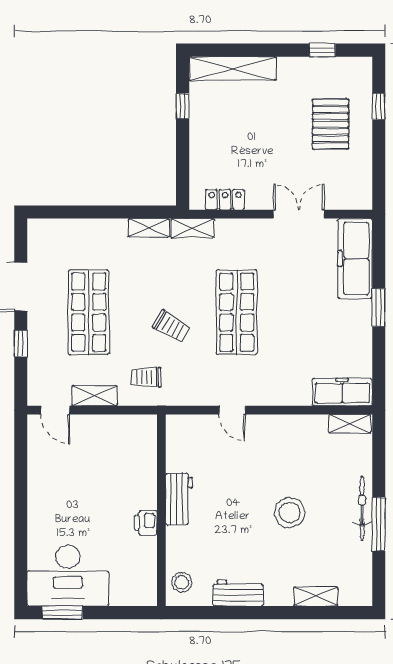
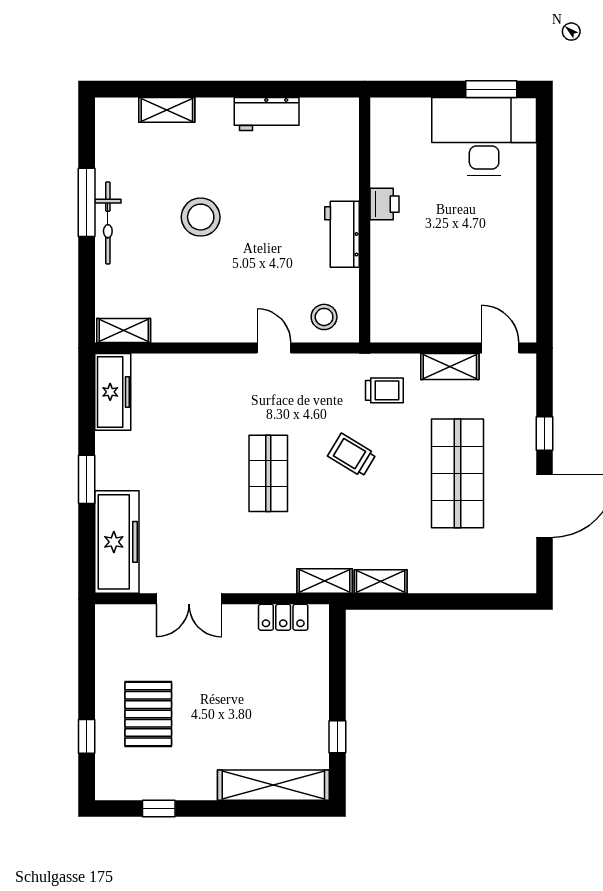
shop shelf: (237, 312) -> (268, 473), width x0.70, depth x0.74
freezer: (342, 392) -> (113, 392), moved, turned -90
stool: (182, 582) -> (324, 317), moved

